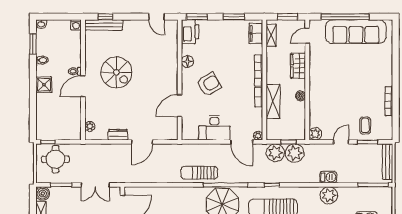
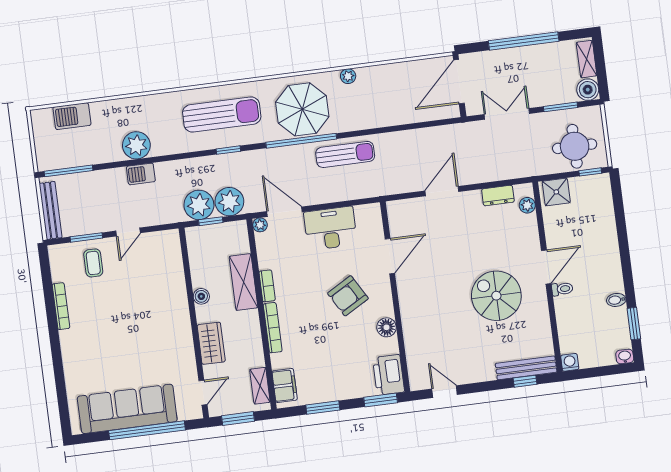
shower: (44, 85) -> (556, 192), moved
plant: (315, 134) -> (170, 240), removed
dresser: (118, 135) -> (498, 196), moved

